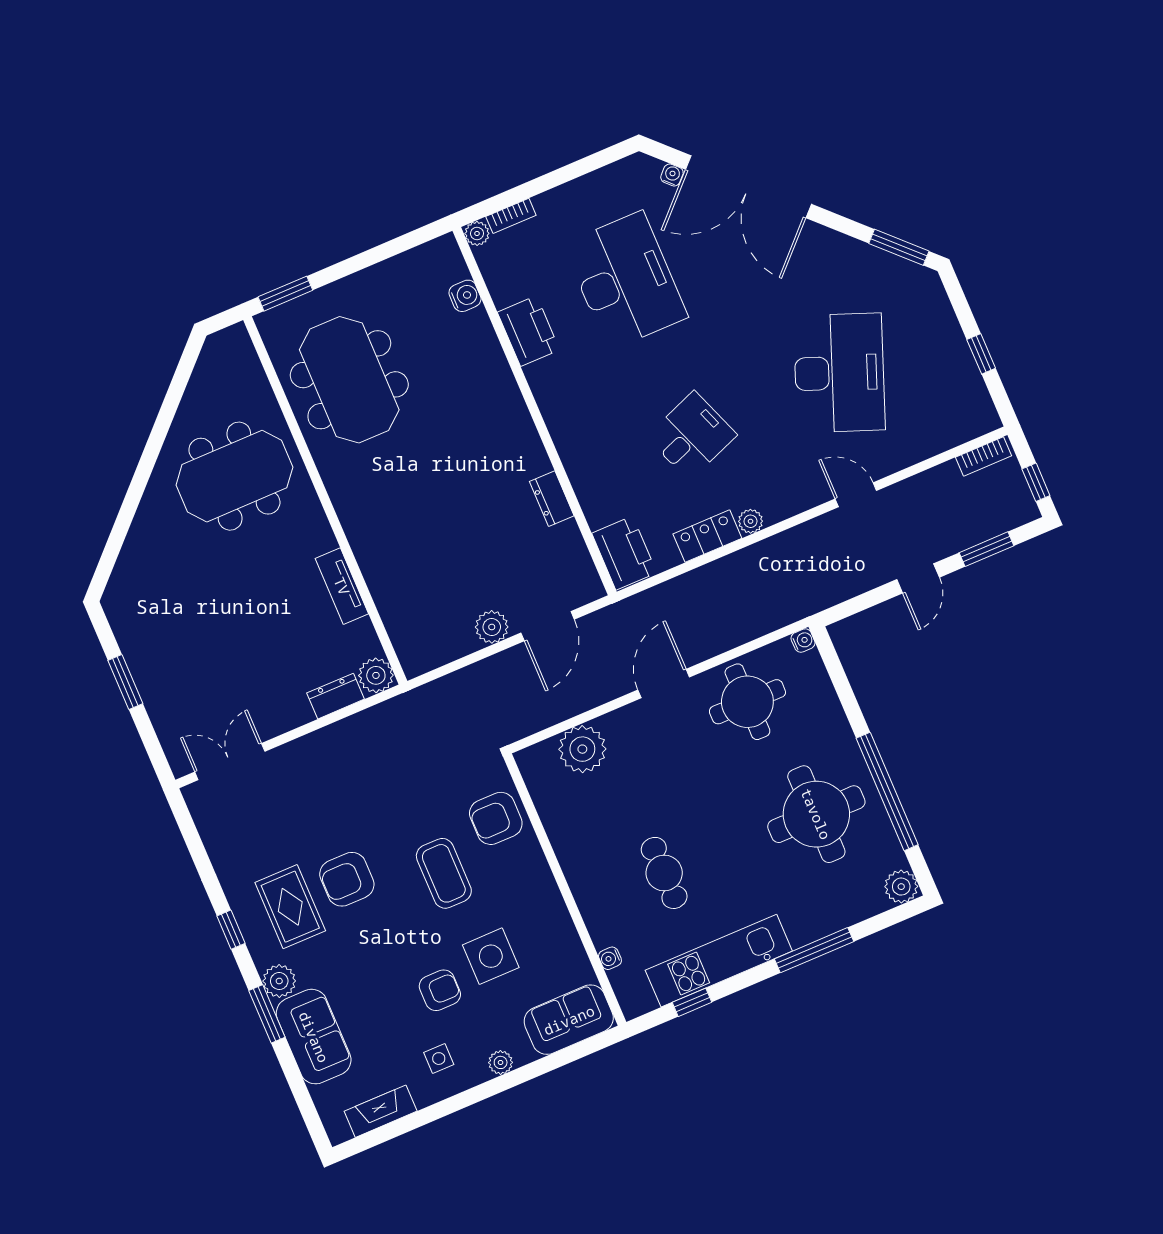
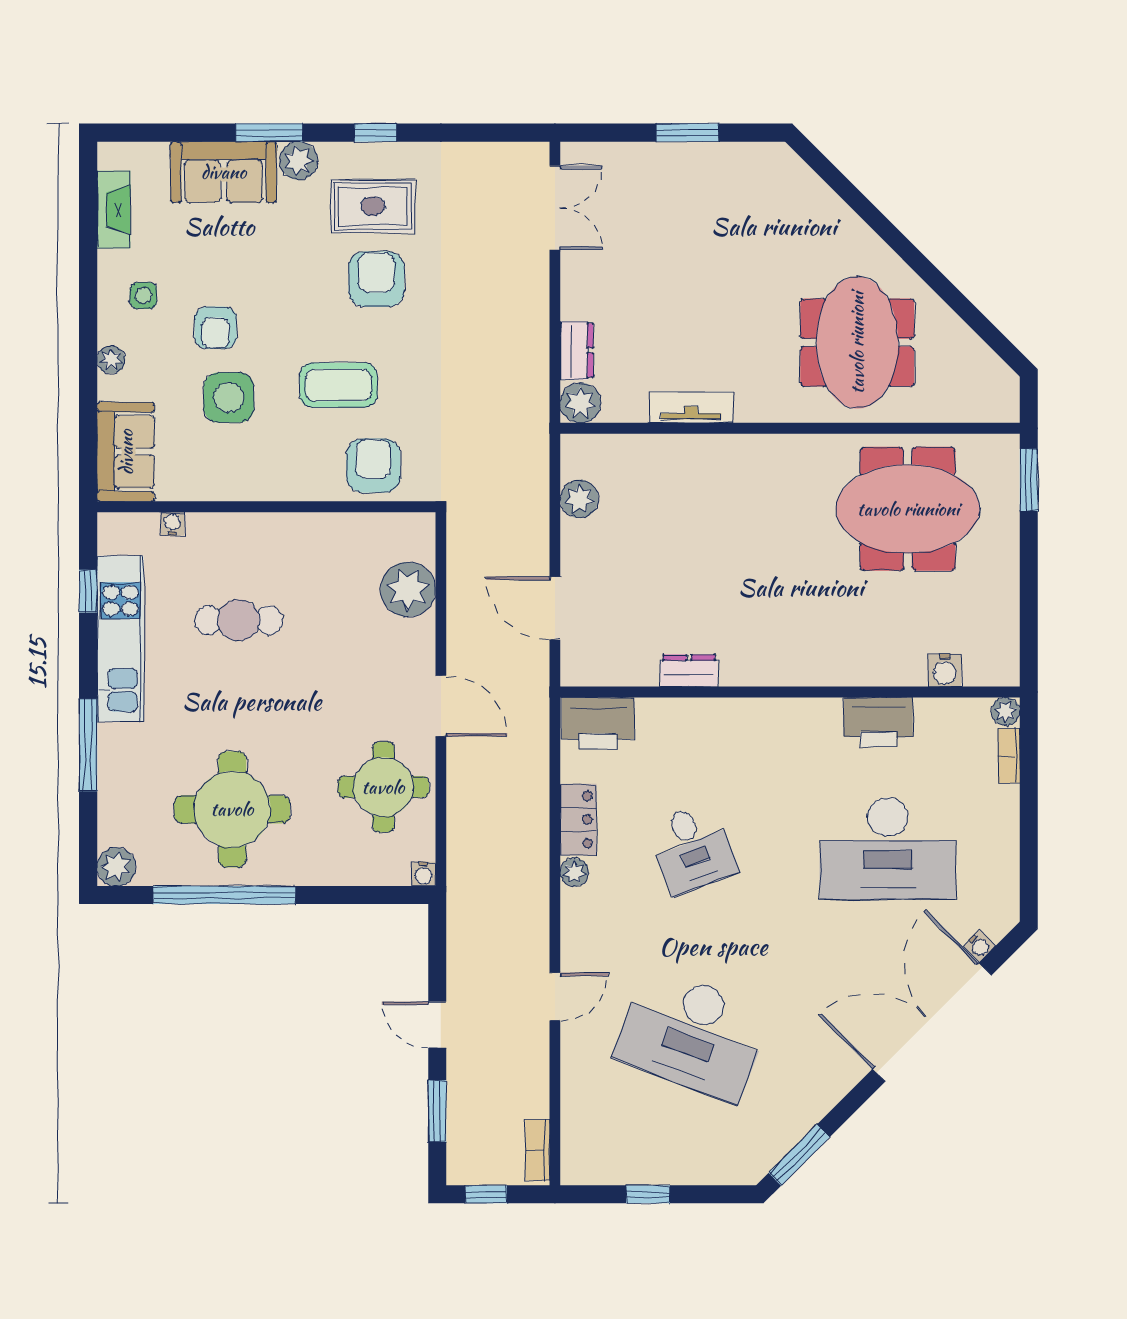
plant: (492, 627) -> (579, 499), moved

